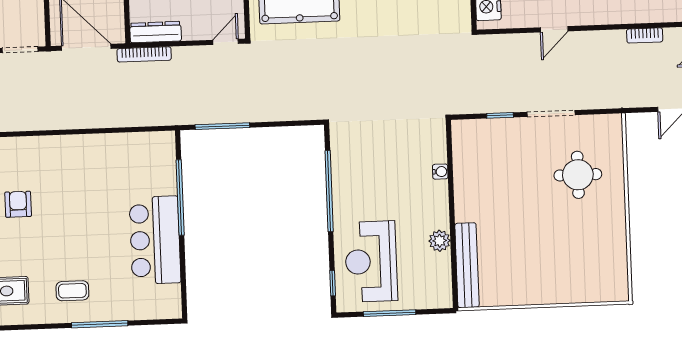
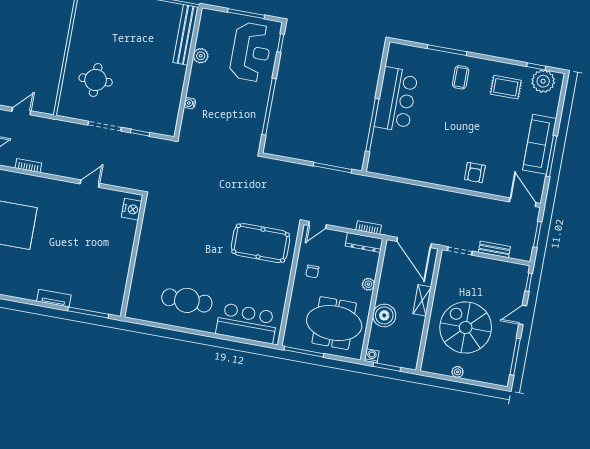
bookcase: (144, 54) -> (369, 228), width x0.64
armchair: (18, 204) -> (475, 173), moved
coffee table: (72, 291) -> (461, 77), turned 90

